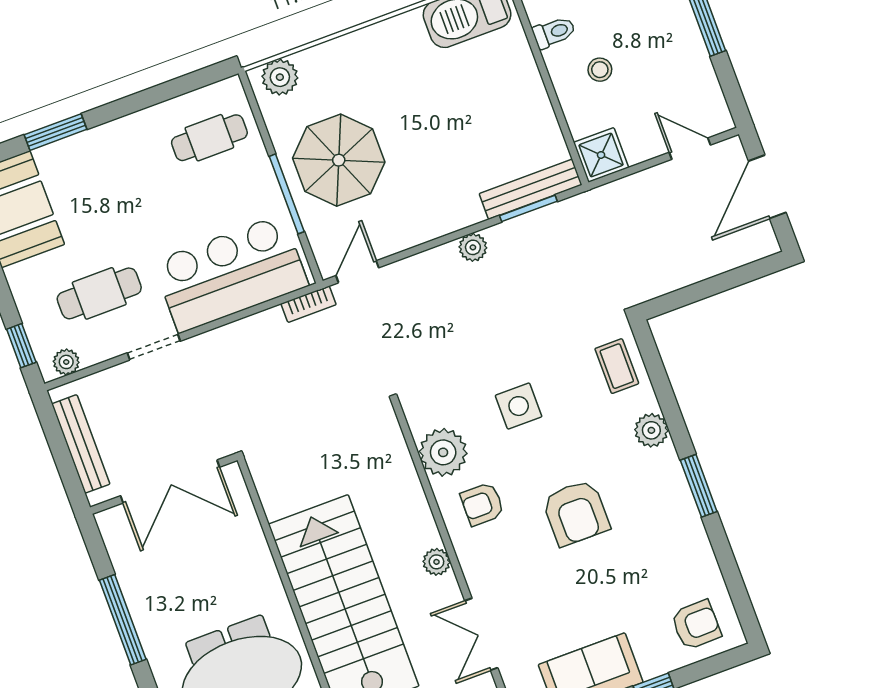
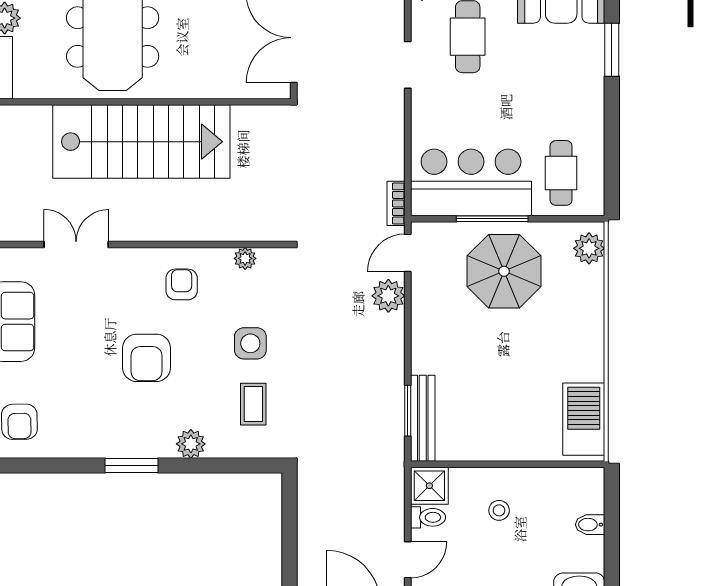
toilet: (554, 32) -> (428, 517), moved, turned -90
plant: (473, 247) -> (388, 296), moved, width x1.38, depth x1.38
door: (357, 272) -> (408, 253), swing flipped
bar counter: (231, 274) -> (471, 182), moved, turned -90
coffee table: (617, 366) -> (253, 404), moved, turned 90
plant: (443, 452) -> (245, 258), width x0.53, depth x0.53
armchair: (576, 513) -> (146, 358), turned -90
plant: (436, 562) -> (148, 230), removed

